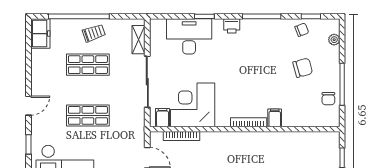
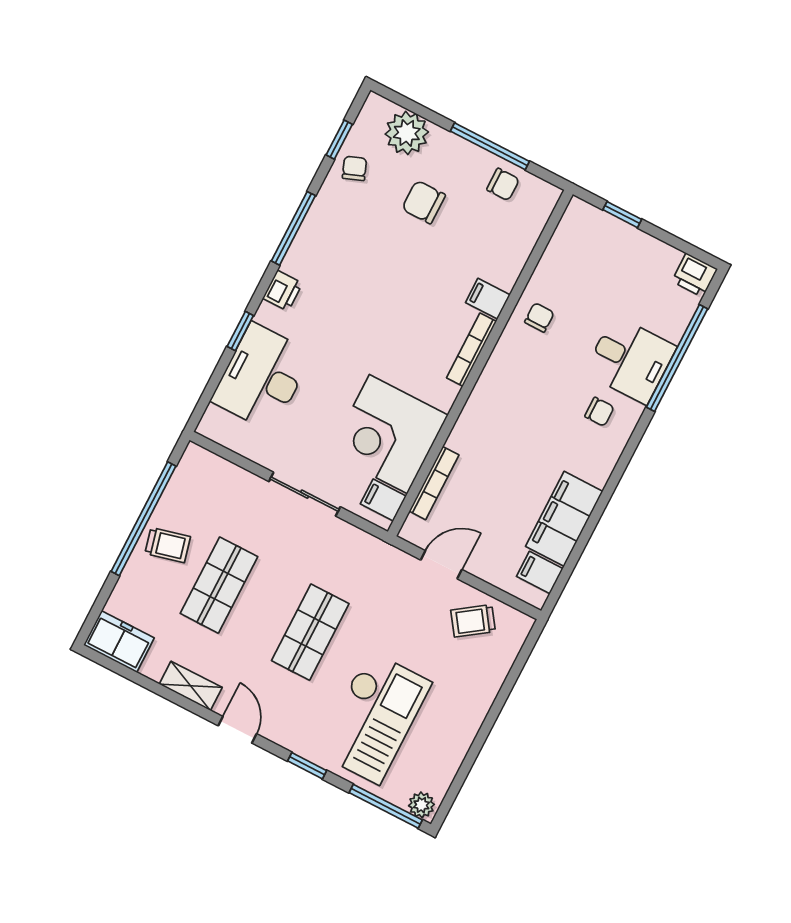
window: (79, 16) -> (143, 519), moved
trolley: (94, 33) -> (168, 545), turned 95
shelving: (139, 40) -> (191, 686), moved
plant: (334, 40) -> (407, 133), width x1.88, depth x1.88
chair: (303, 68) -> (424, 202), turned -75
sliding door: (147, 82) -> (305, 494), width x0.73
chair: (278, 145) -> (539, 317), added

